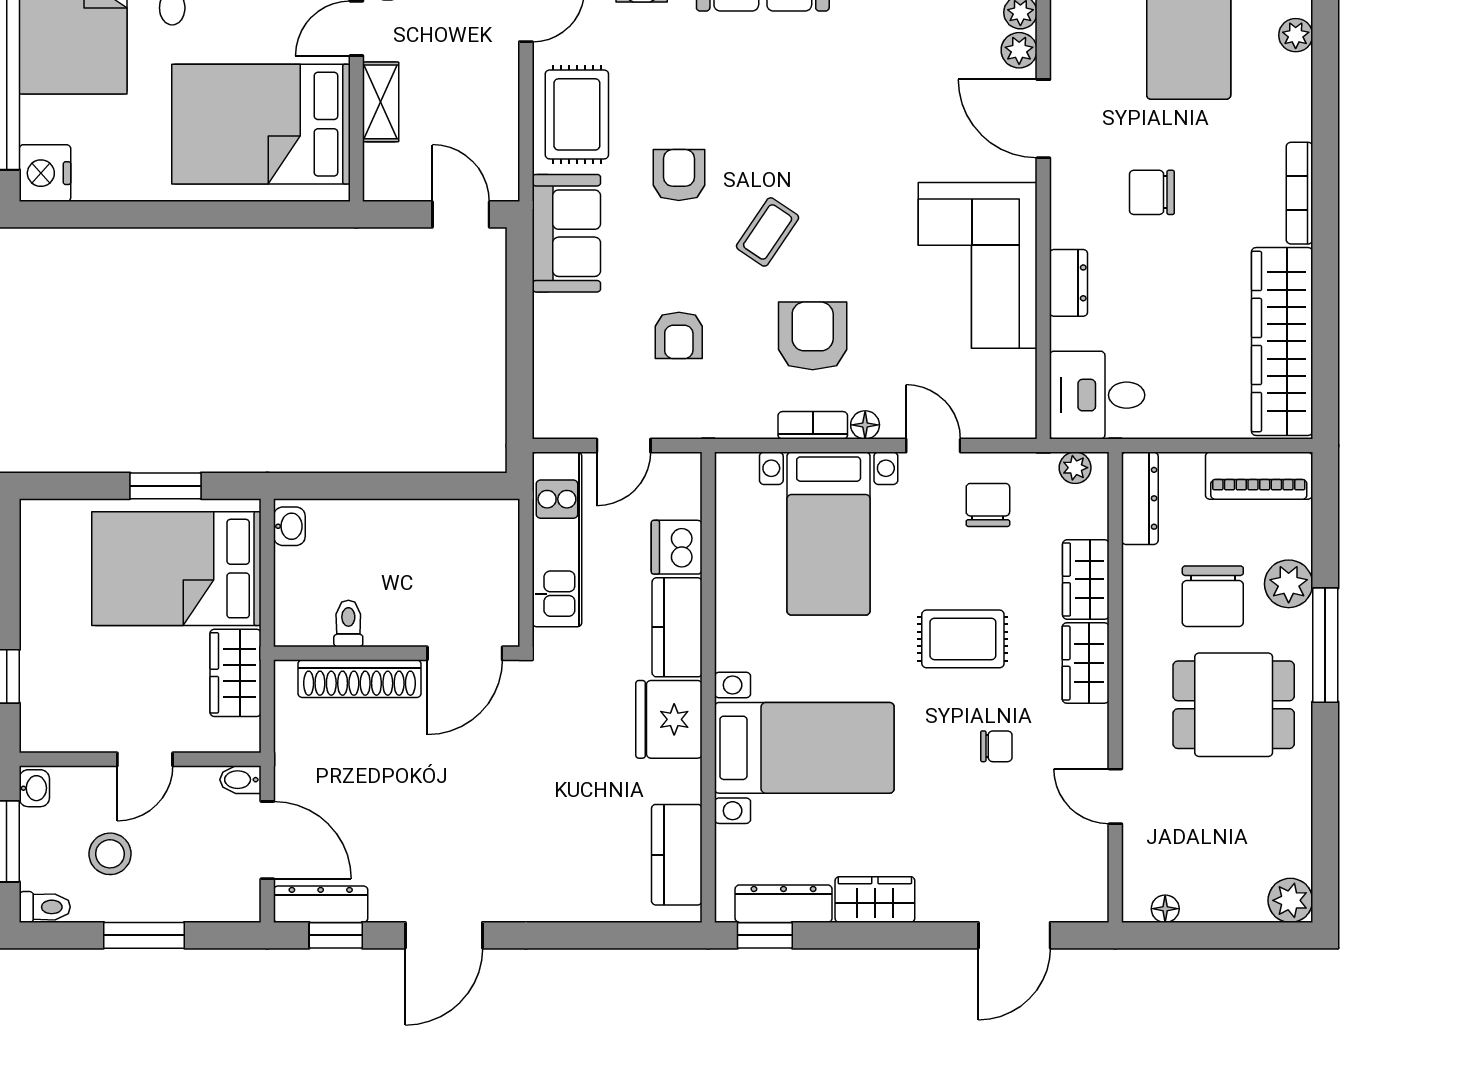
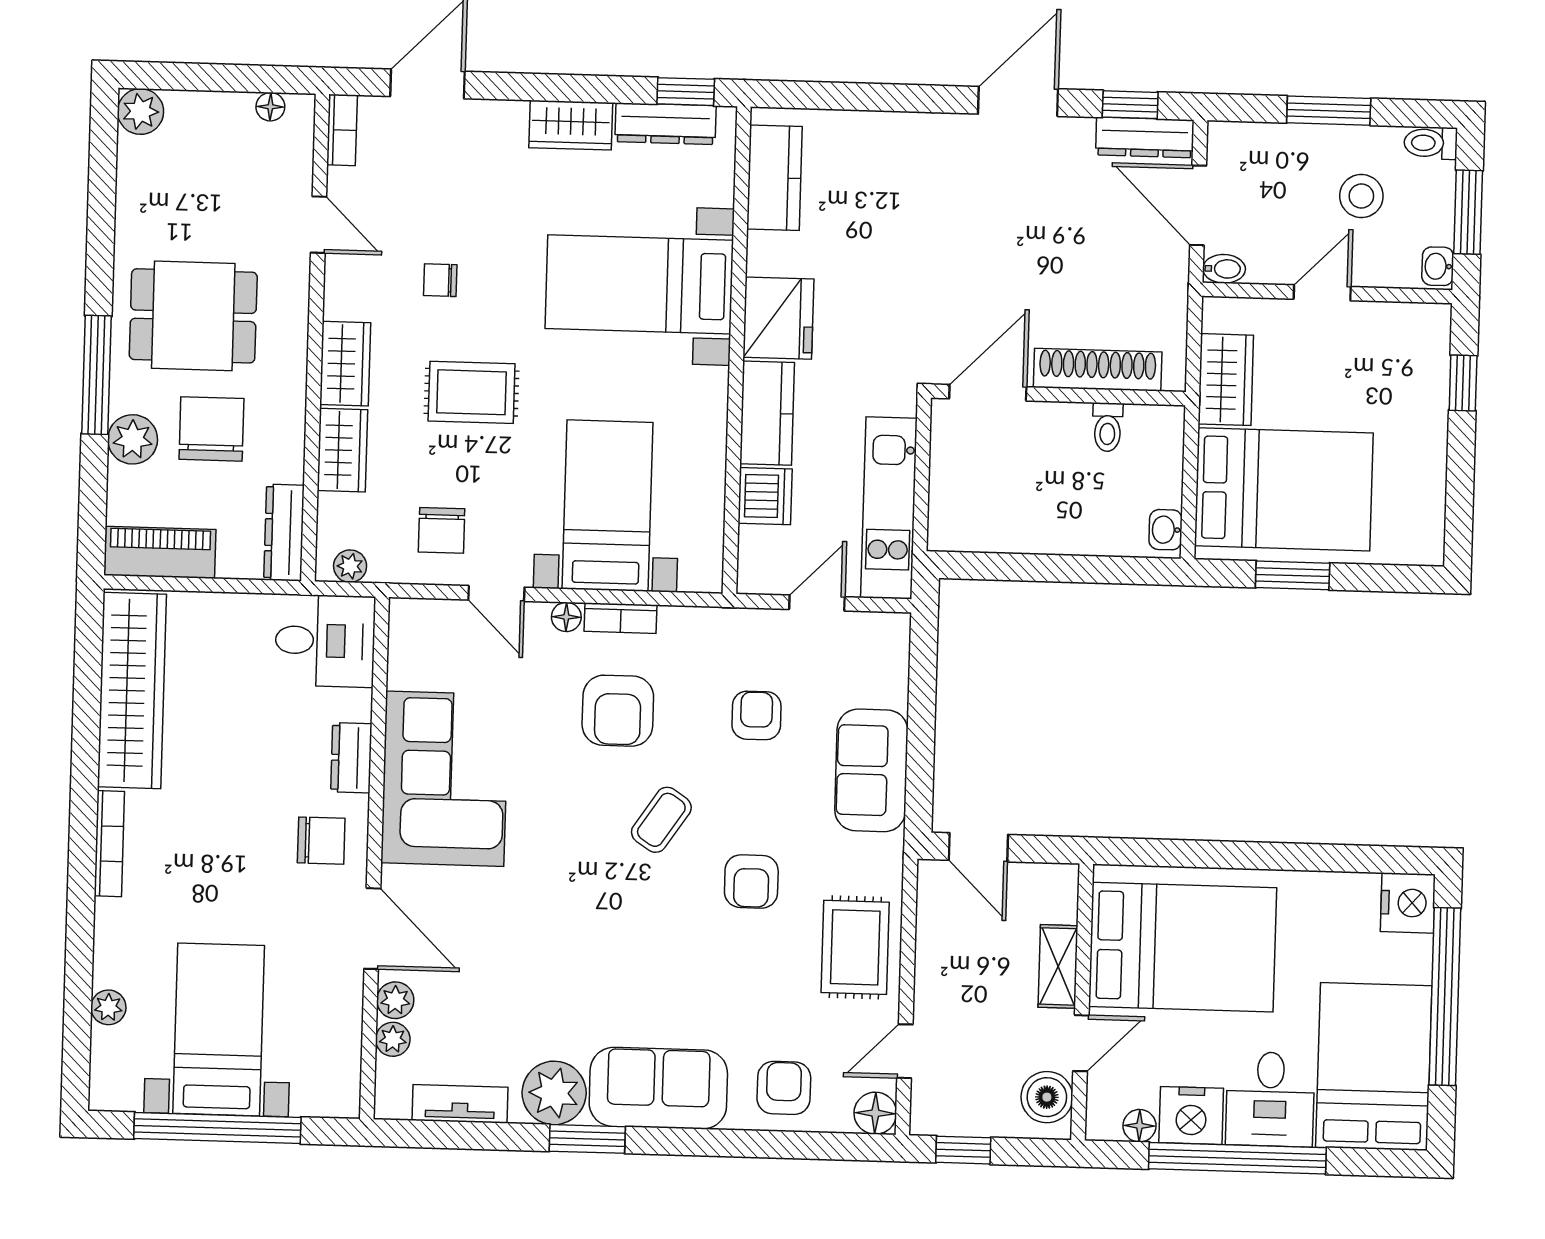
chair: (1152, 192) -> (321, 841), moved
sofa: (566, 233) -> (871, 770), moved
bookcase: (1095, 888) -> (342, 130), added

